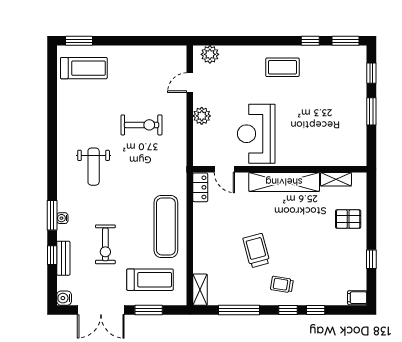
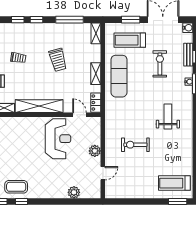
plant: (210, 54) -> (74, 192), moved
coffee table: (282, 67) -> (16, 187), moved
shelving: (200, 230) -> (96, 74), added
trolley: (282, 284) -> (18, 58), moved

